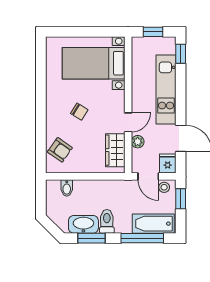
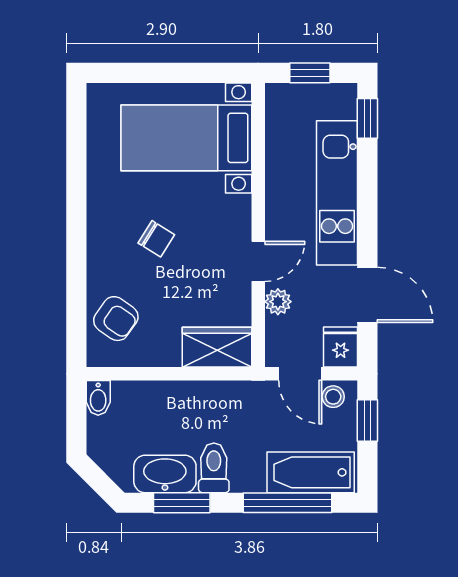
wardrobe: (115, 150) -> (217, 347), moved, turned 90
bidet: (67, 188) -> (98, 398), moved

